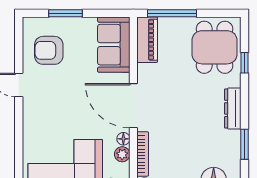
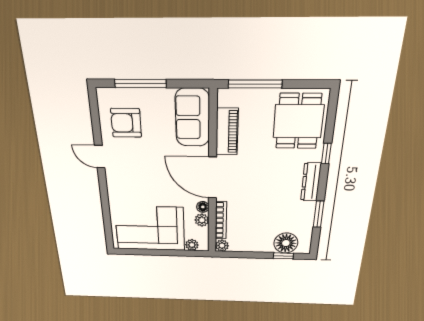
window: (66, 13) -> (140, 83), width x1.44
piano: (147, 40) -> (227, 132), moved
window: (244, 63) -> (326, 154), moved

